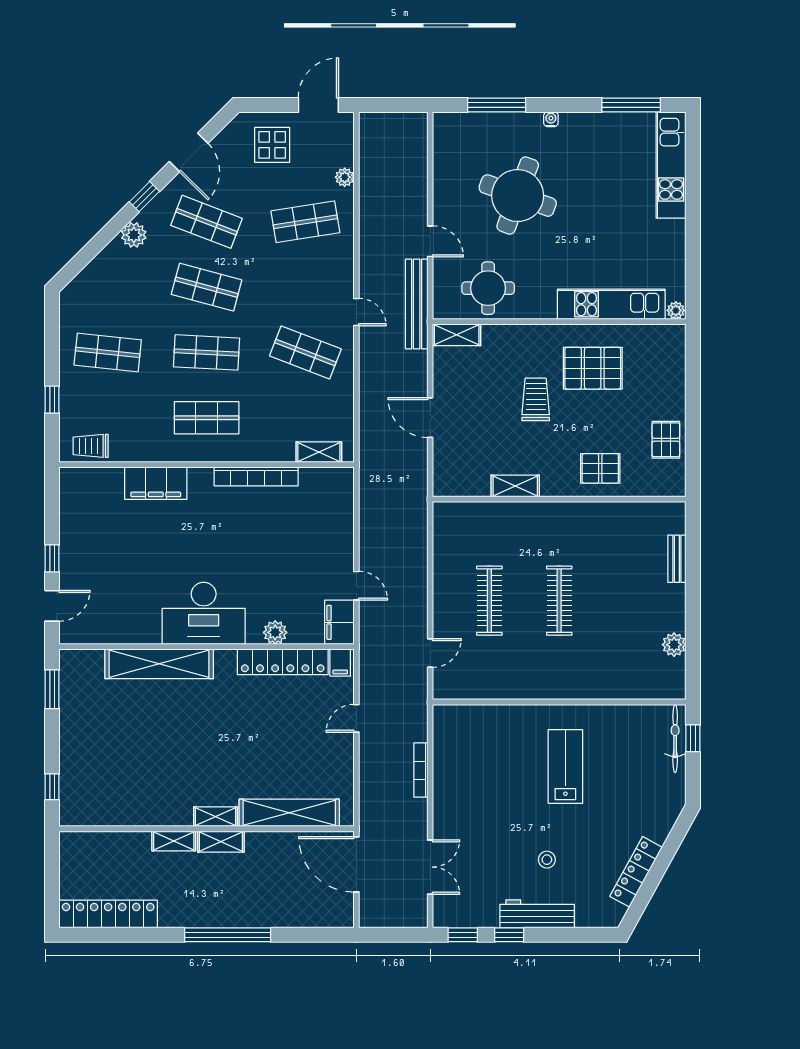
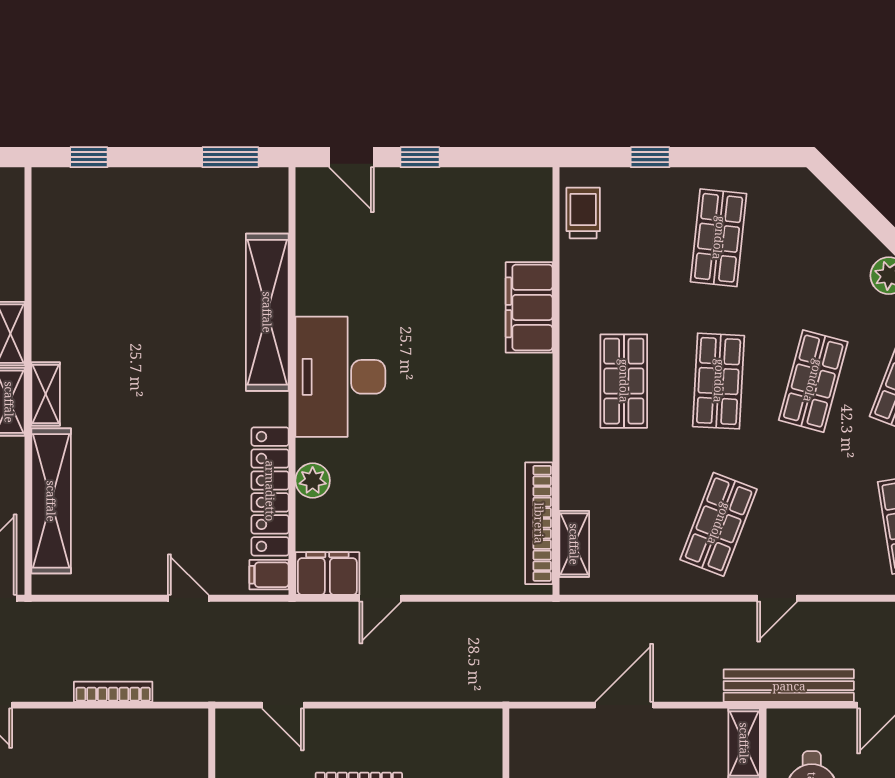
bookcase: (256, 476) -> (539, 523), moved

